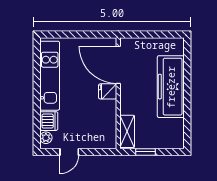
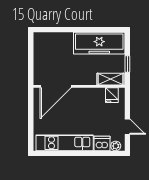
freezer: (171, 87) -> (99, 43), moved
fridge: (108, 91) -> (112, 95), moved

